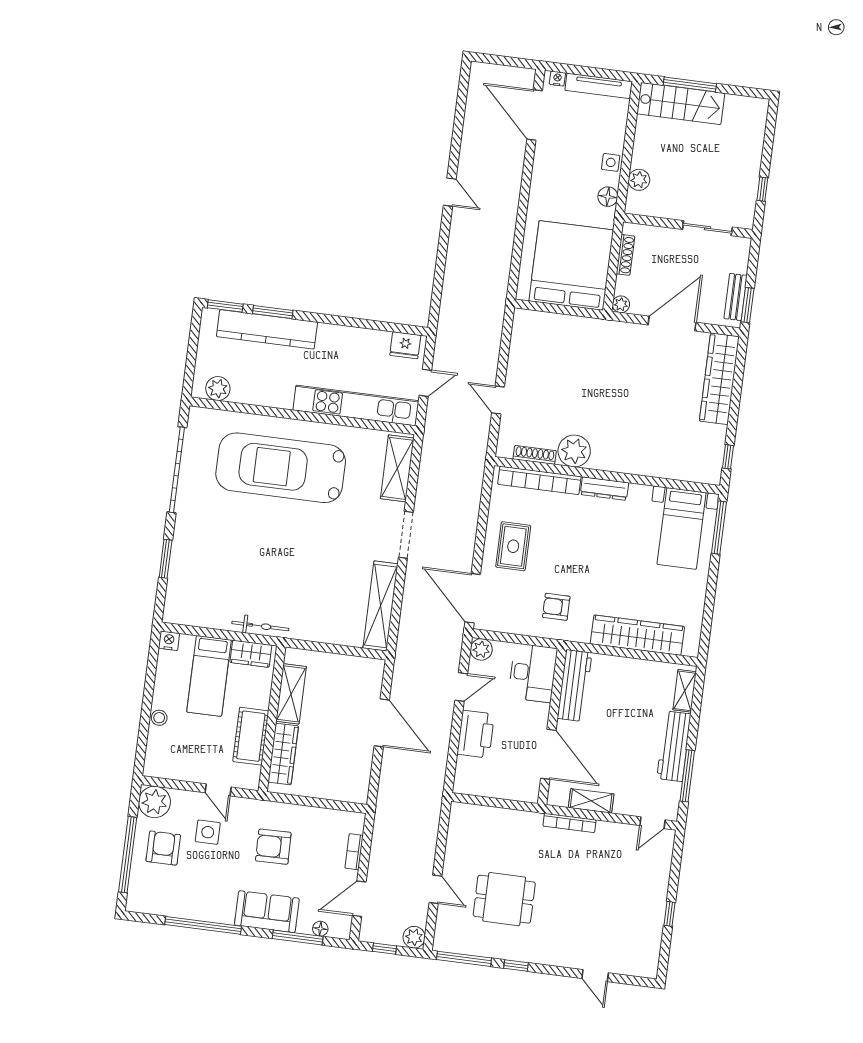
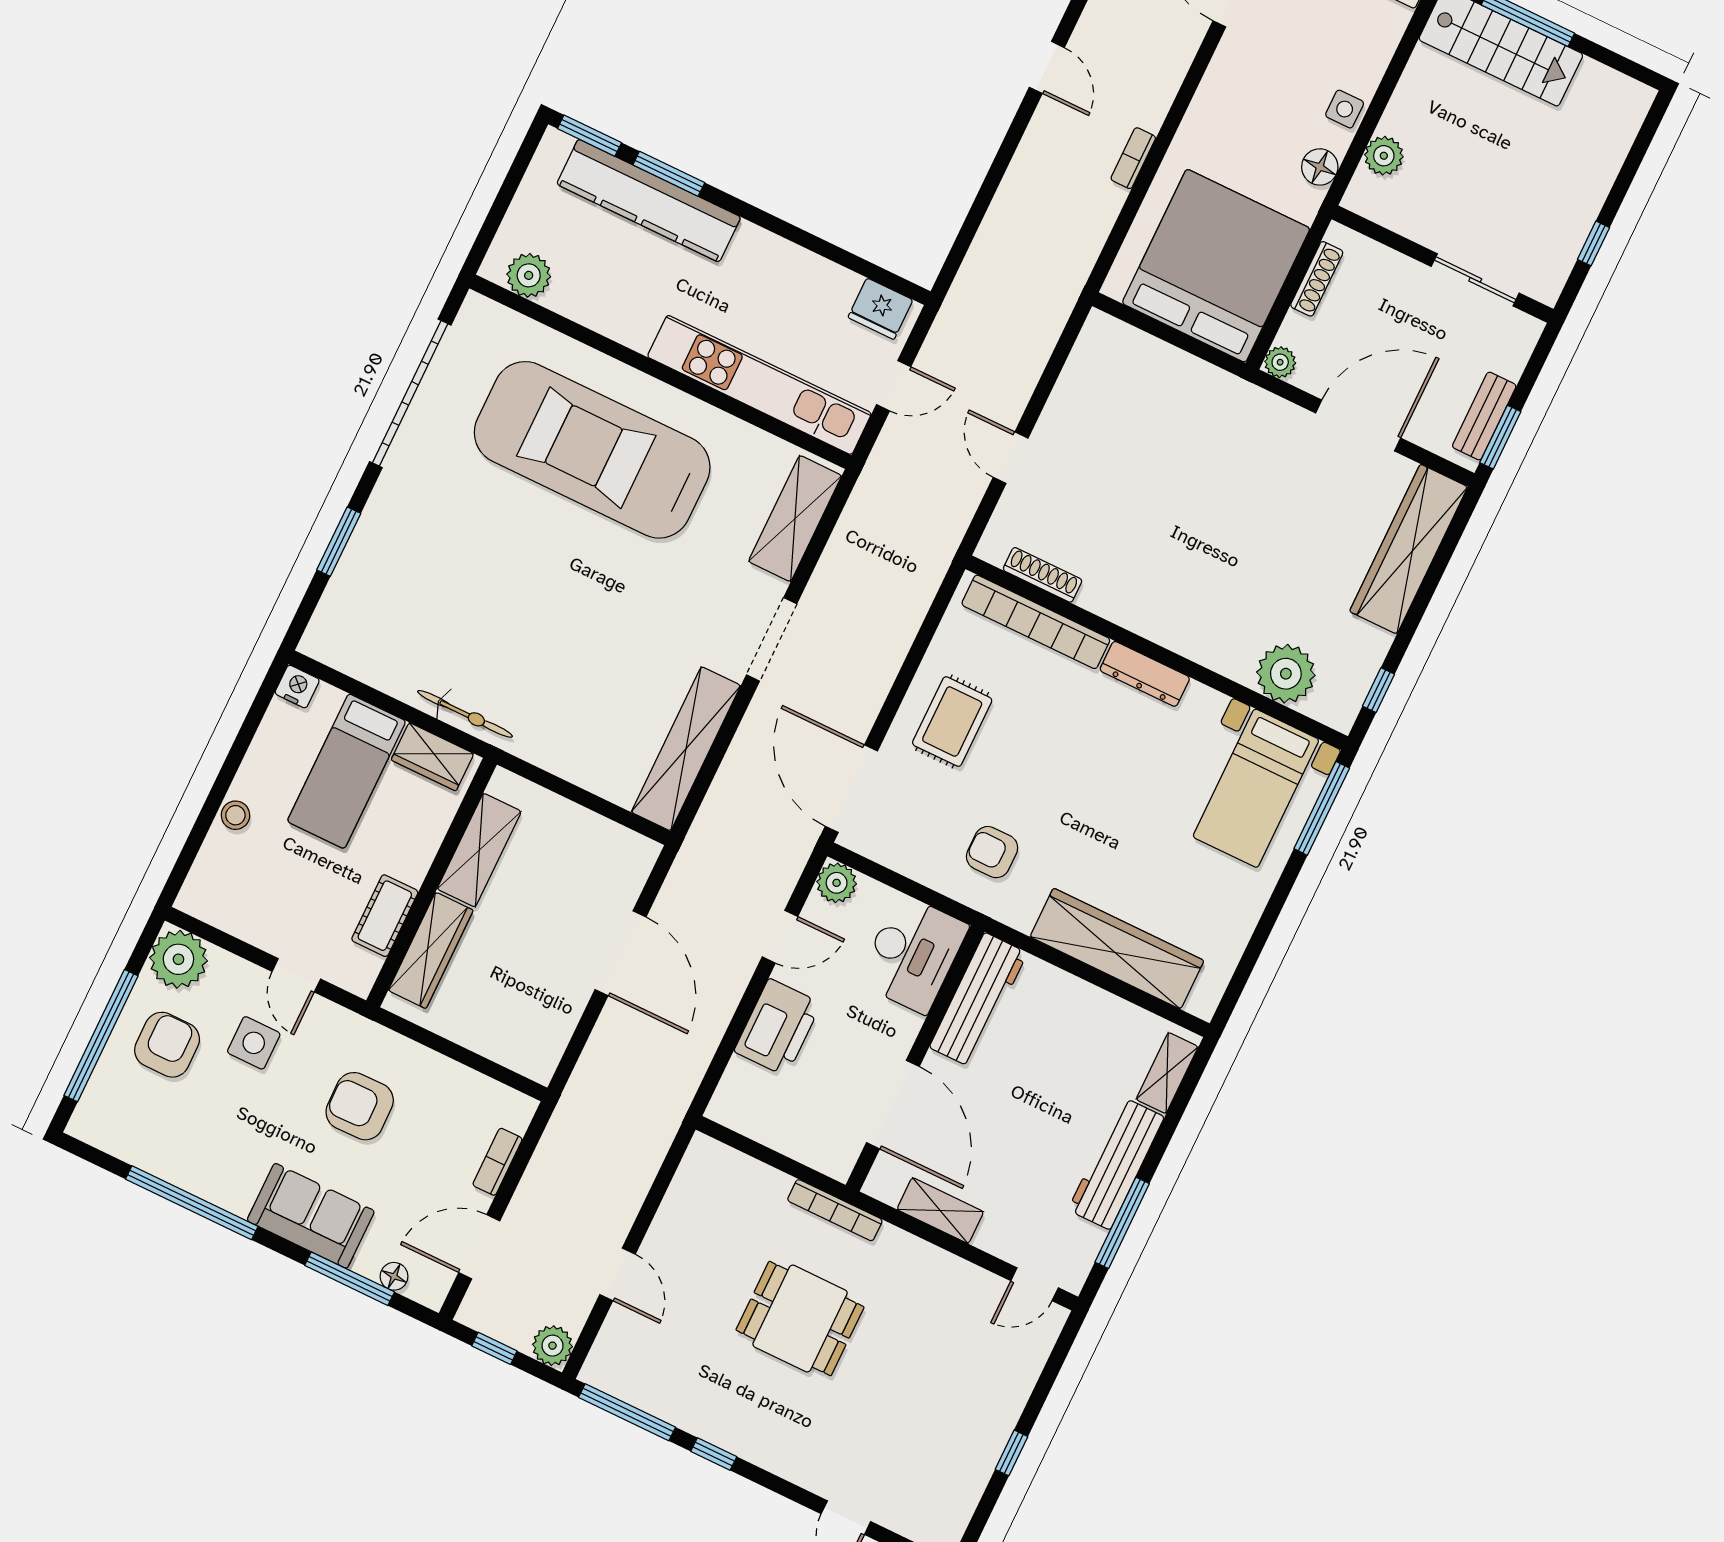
bookcase: (510, 224) -> (1133, 158), added
plant: (574, 451) -> (1286, 674), moved
cot: (251, 736) -> (385, 916), width x0.73, depth x0.75
bookcase: (570, 823) -> (835, 1210), moved
dining table: (504, 899) -> (800, 1319), moved

